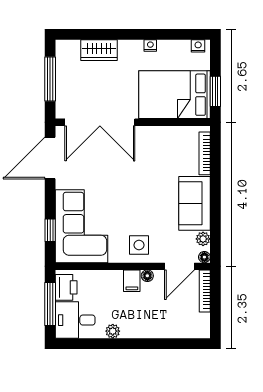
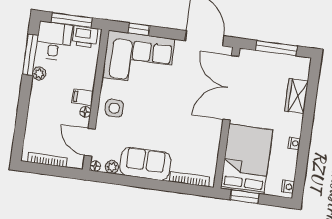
bookcase: (205, 291) -> (48, 160), moved
window: (94, 344) -> (30, 55), added

